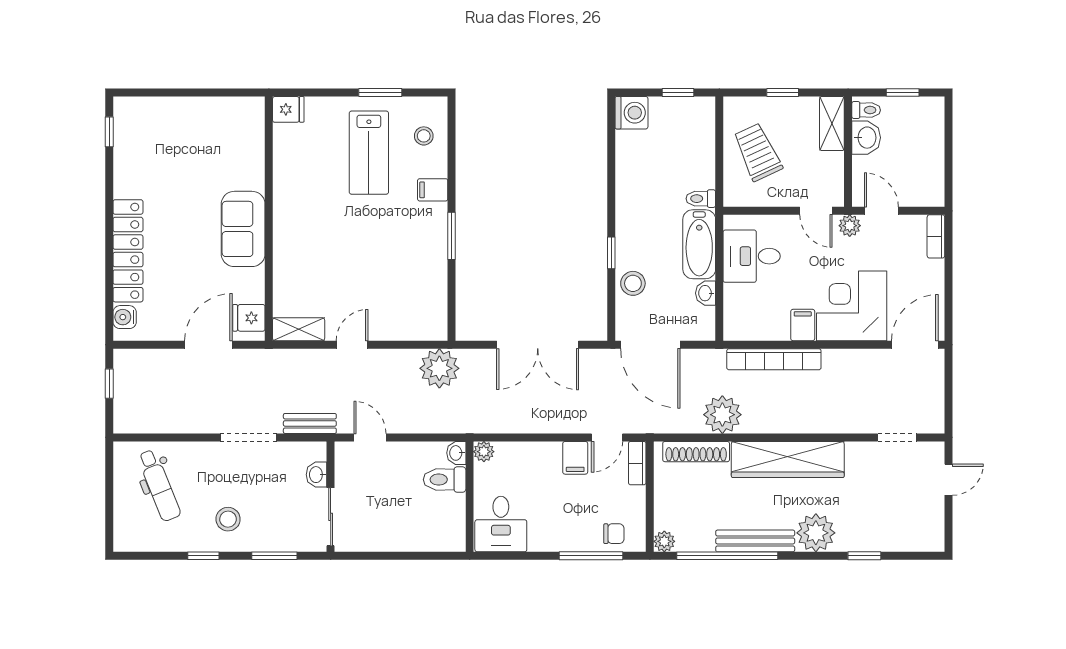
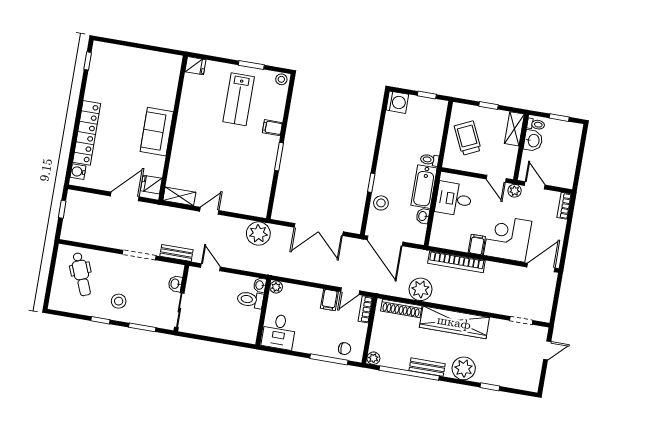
stool: (424, 136) -> (281, 79), moved
bench: (755, 541) -> (427, 367), width x0.73

